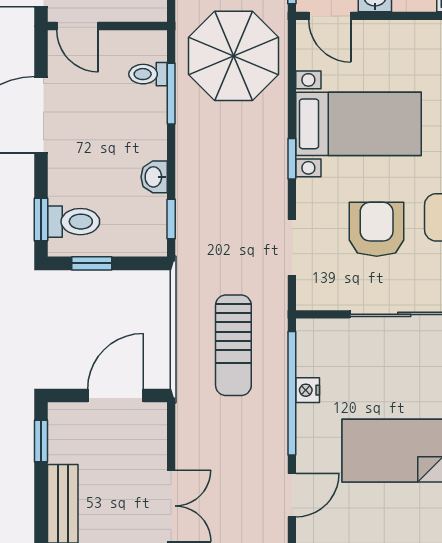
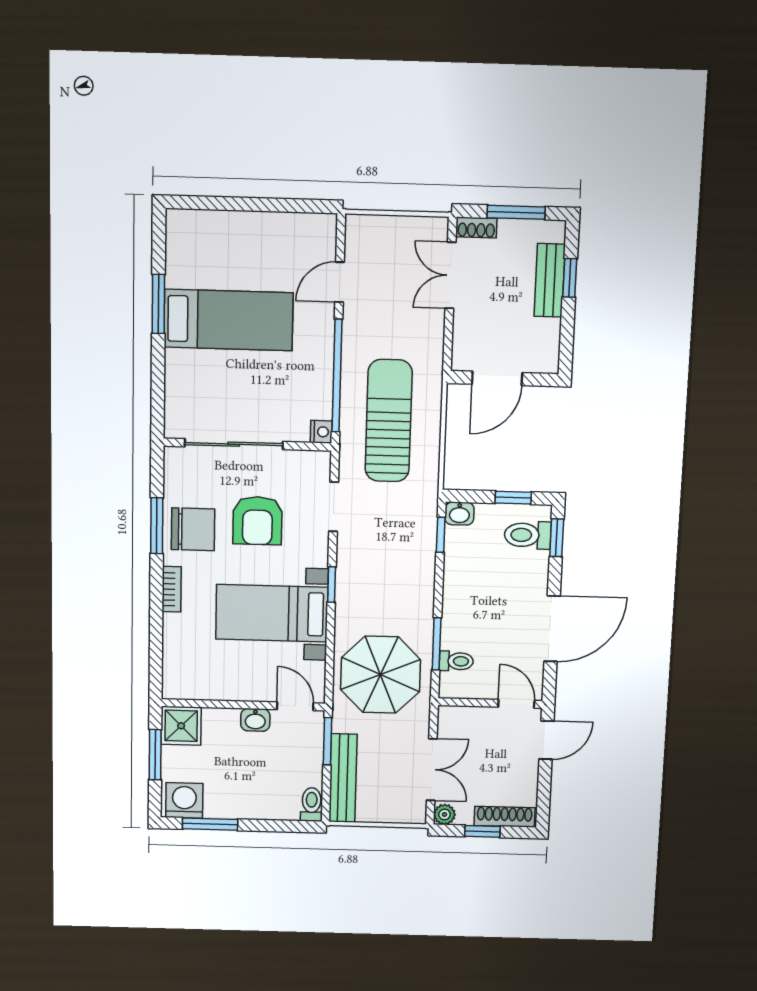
washbasin: (154, 177) -> (459, 514), moved, turned 90
sun lounger: (233, 345) -> (389, 421), width x1.36, depth x1.34
nightstand: (308, 390) -> (321, 432), moved
window: (41, 441) -> (570, 278), moved

